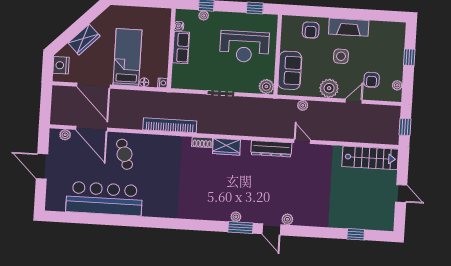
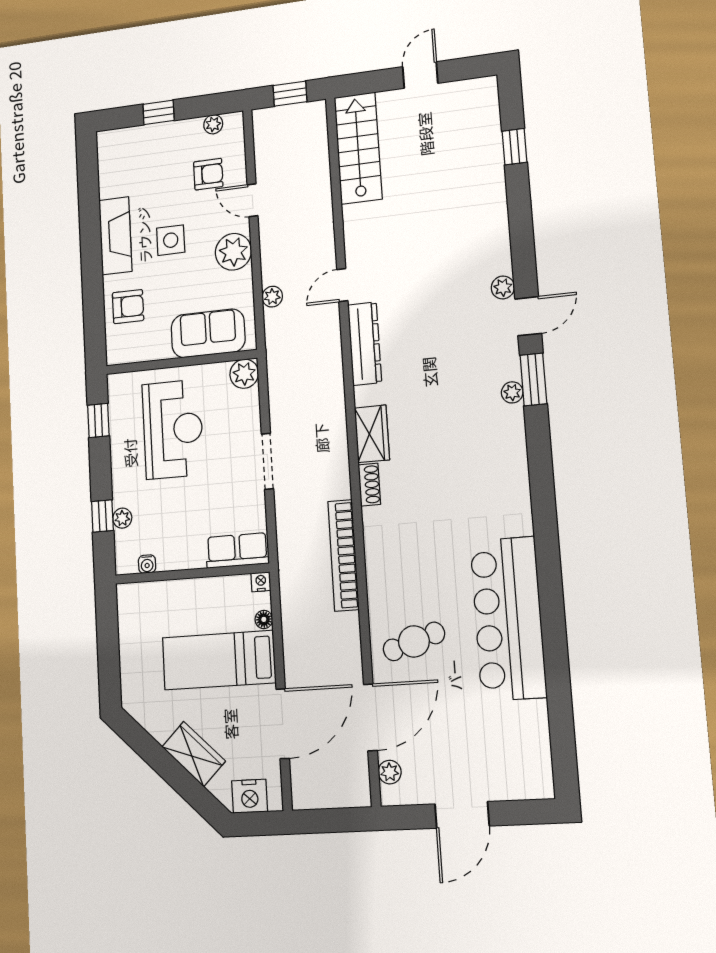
row of seats: (181, 47) -> (237, 550), moved
bar counter: (104, 199) -> (508, 619), moved

